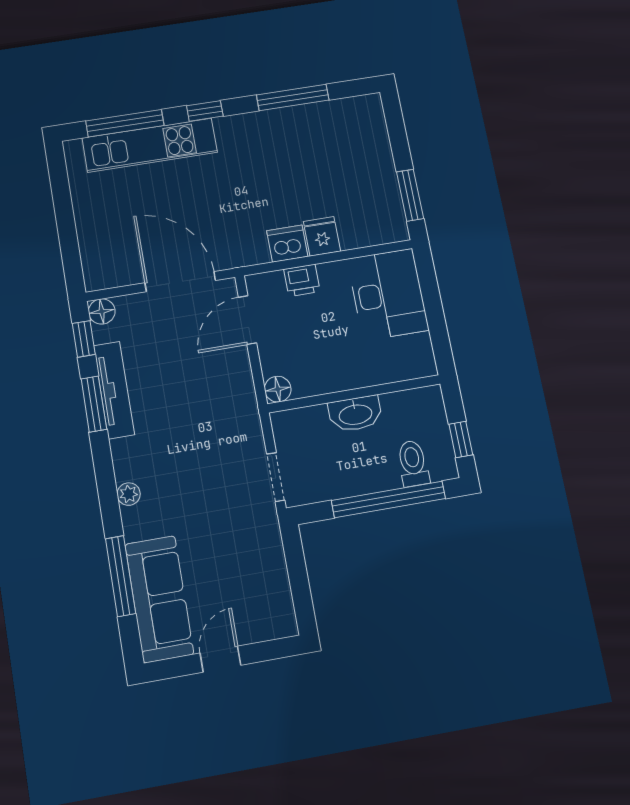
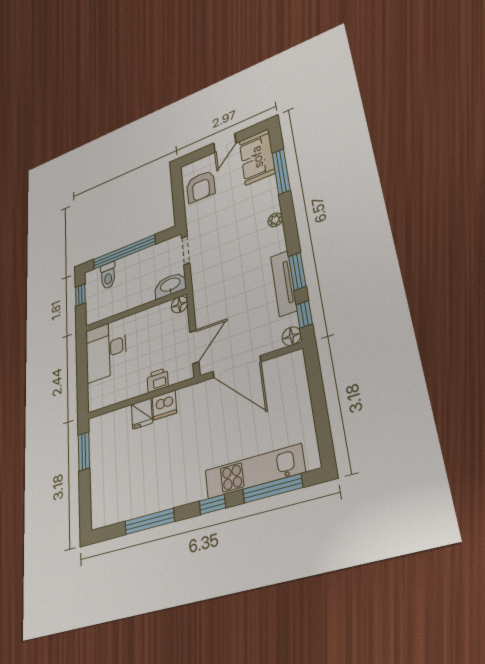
desk: (388, 294) -> (106, 350), moved
washbasin: (355, 414) -> (170, 285), moved
armchair: (258, 587) -> (201, 187), added
sofa: (159, 599) -> (257, 157), width x0.73

